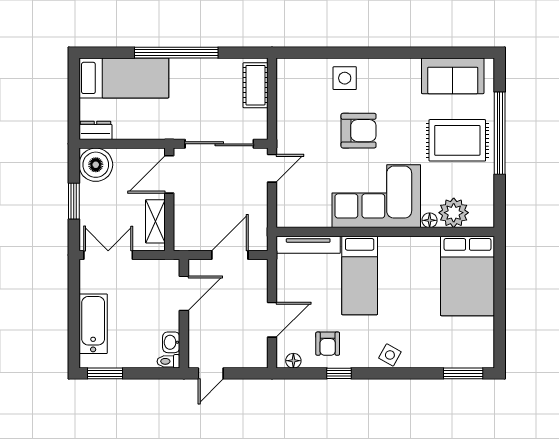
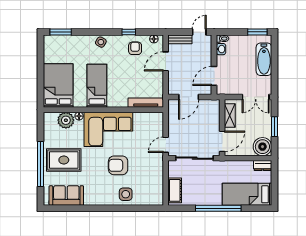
bed: (360, 275) -> (97, 86), moved
bench: (246, 360) -> (180, 39), added

